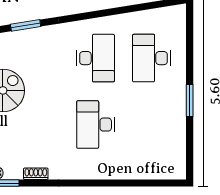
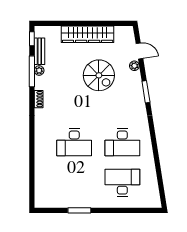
window: (190, 101) -> (79, 210), moved
desk: (96, 125) -> (74, 142), turned 180

